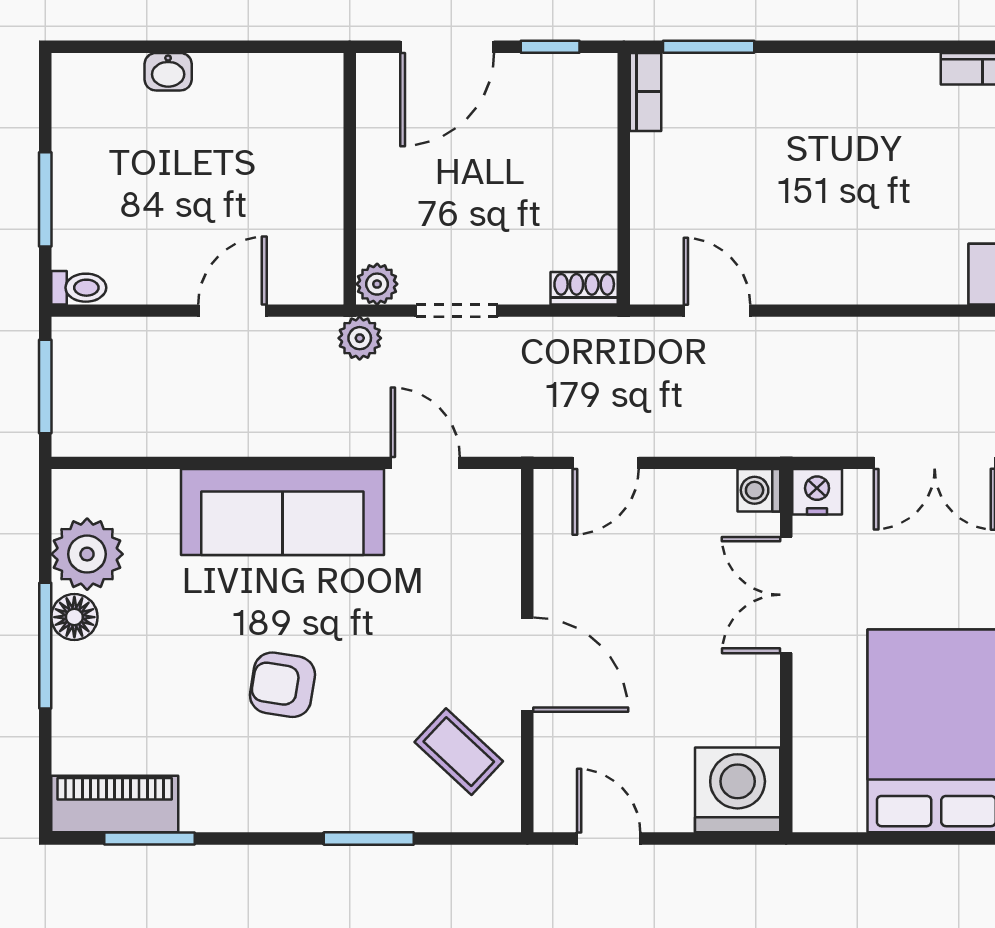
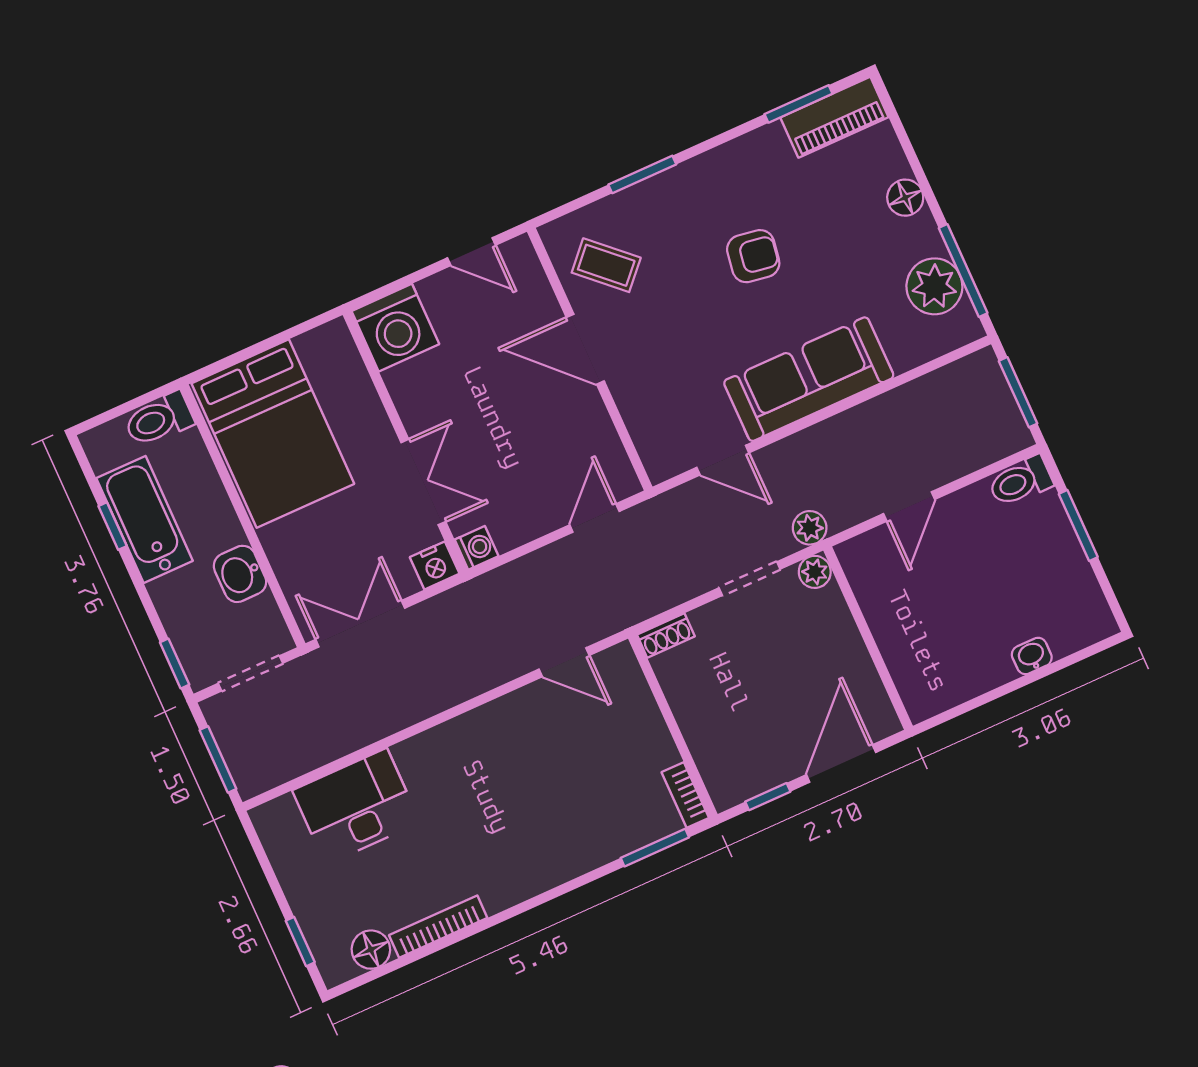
toilet: (79, 288) -> (1020, 481), width x1.37, depth x1.39
floor lamp: (74, 617) -> (905, 198), moved
window: (45, 646) -> (963, 270), moved

